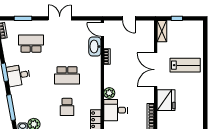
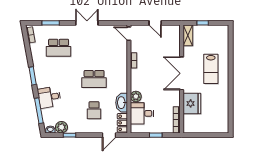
school desk: (31, 44) -> (59, 48), turned 180
washbasin: (95, 47) -> (122, 103), moved
lab bench: (185, 65) -> (211, 69), turned 90
desk: (18, 75) -> (49, 97), moved

